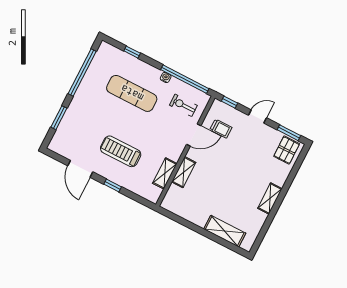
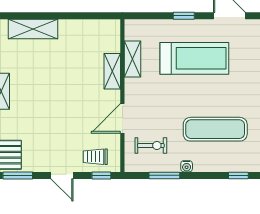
window: (185, 79) -> (164, 175), width x0.47
door: (257, 116) -> (62, 175), hinge flipped
trolley: (221, 129) -> (95, 157), moved
treadmill: (121, 151) -> (194, 58), width x1.37, depth x1.37

